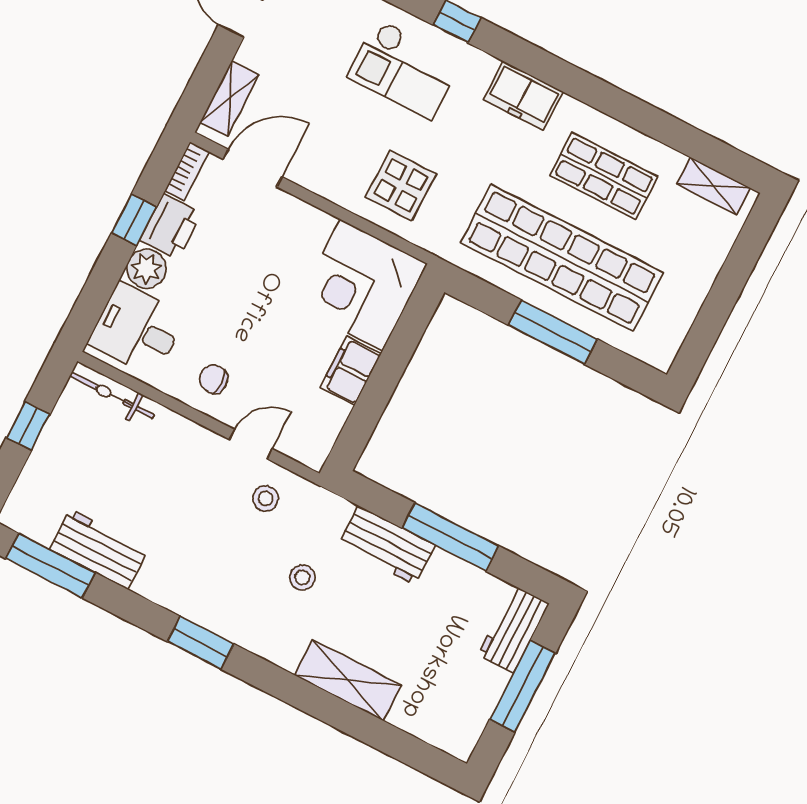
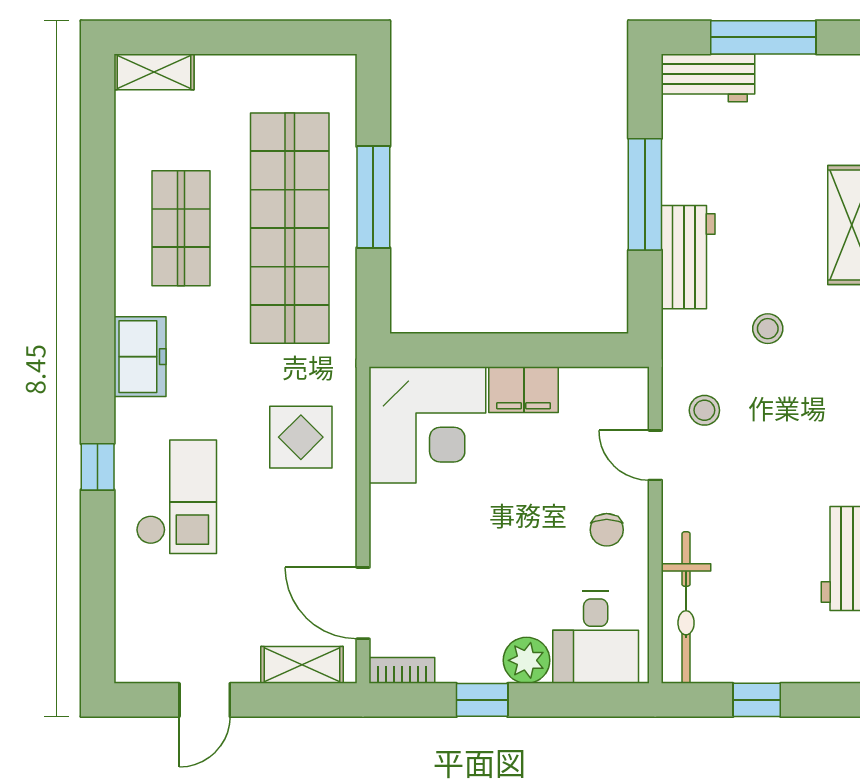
shelving: (714, 186) -> (154, 72), moved, turned 90
printer: (171, 226) -> (469, 658), removed
bicycle: (112, 395) -> (686, 608), width x1.37, depth x1.40

